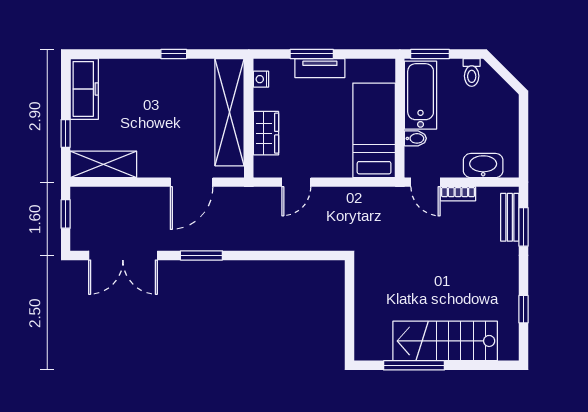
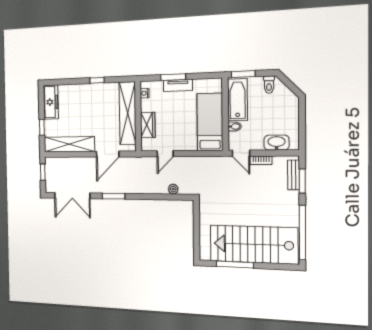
shelving: (103, 164) -> (69, 144), width x1.47
plant: (310, 242) -> (173, 189), added
window: (524, 309) -> (302, 233), width x3.17
stairs: (445, 341) -> (254, 244), width x1.36, depth x1.51

